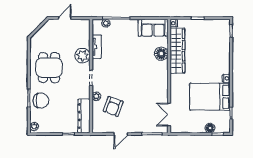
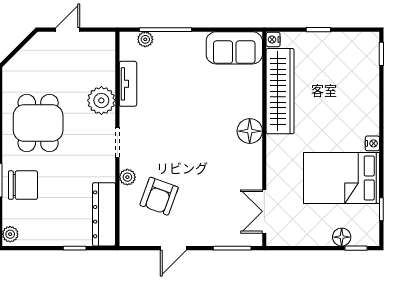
floor lamp: (161, 54) -> (250, 131), moved

